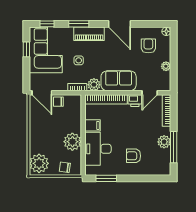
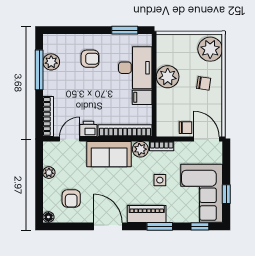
plant: (164, 142) -> (51, 62), moved
chair: (65, 167) -> (204, 83), moved

